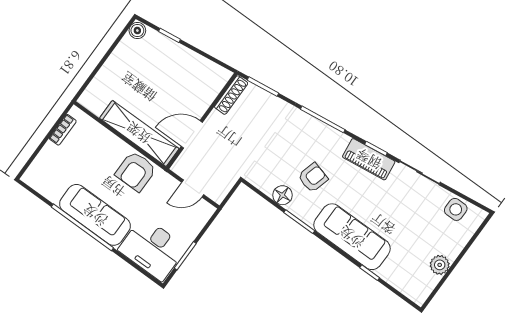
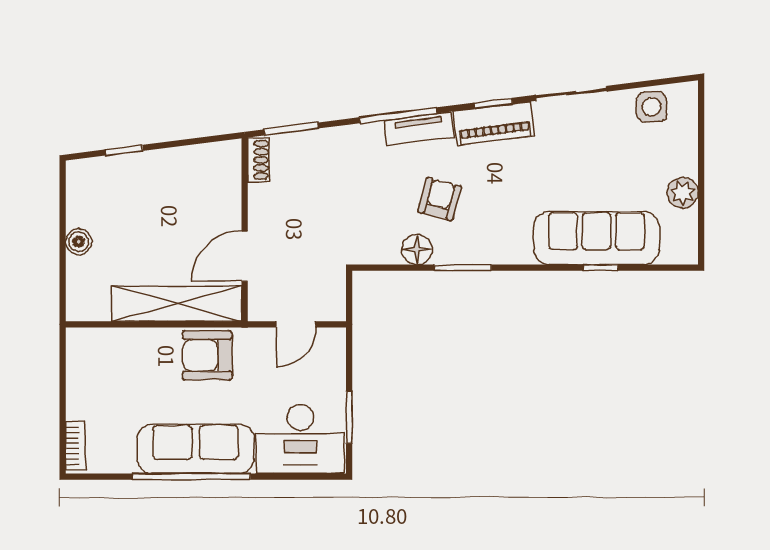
boiler: (137, 31) -> (79, 242), moved
shoe rack: (231, 95) -> (258, 160), width x0.70
bookcase: (63, 130) -> (75, 446), moved
tv unit: (329, 134) -> (419, 129), added
armchair: (136, 171) -> (207, 355), turned 90
sofa: (352, 237) -> (597, 238), moved

